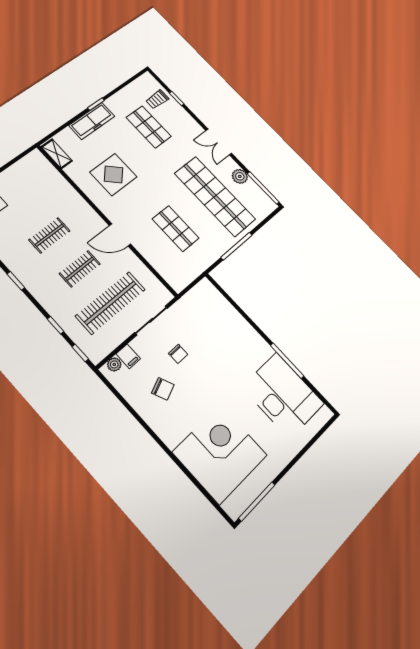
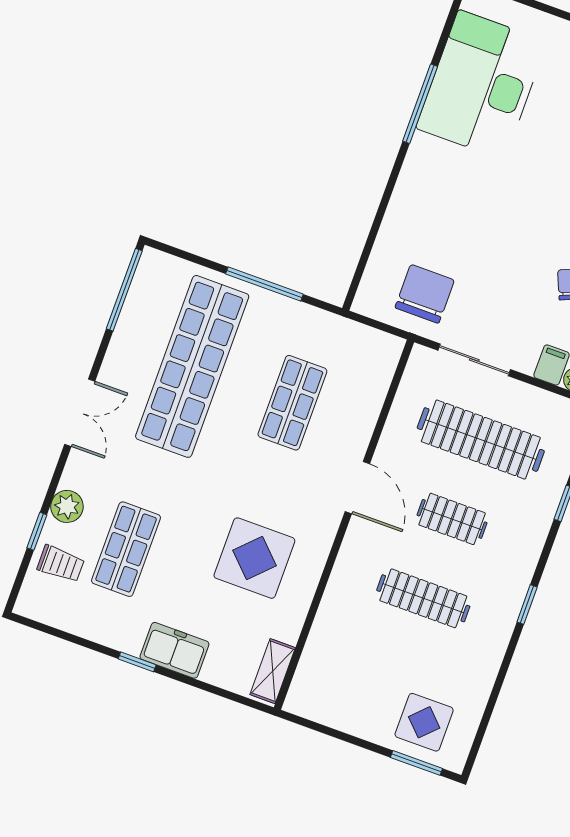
freezer: (92, 121) -> (174, 650), width x0.71
plant: (240, 176) -> (67, 506), moved
clothes rail: (49, 235) -> (423, 598), width x1.36
chair: (178, 354) -> (425, 294), moved, width x1.87, depth x1.87

